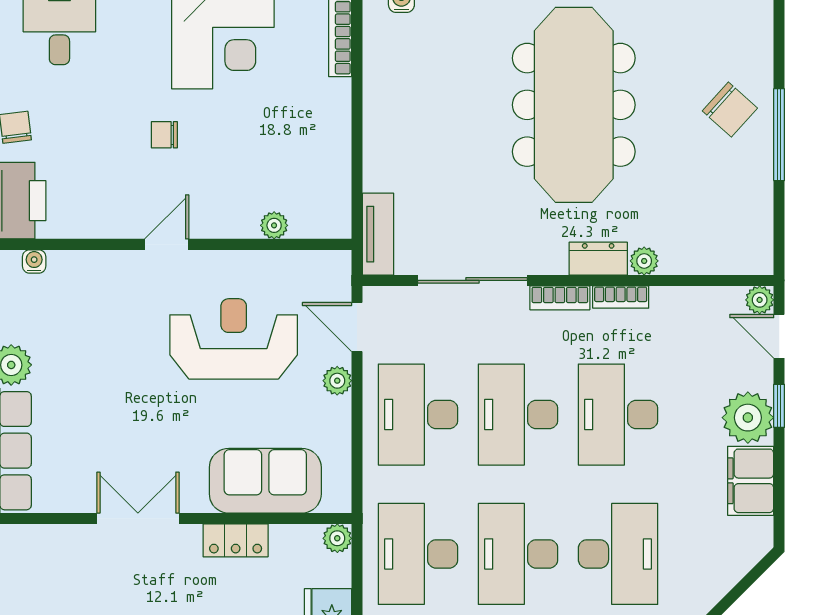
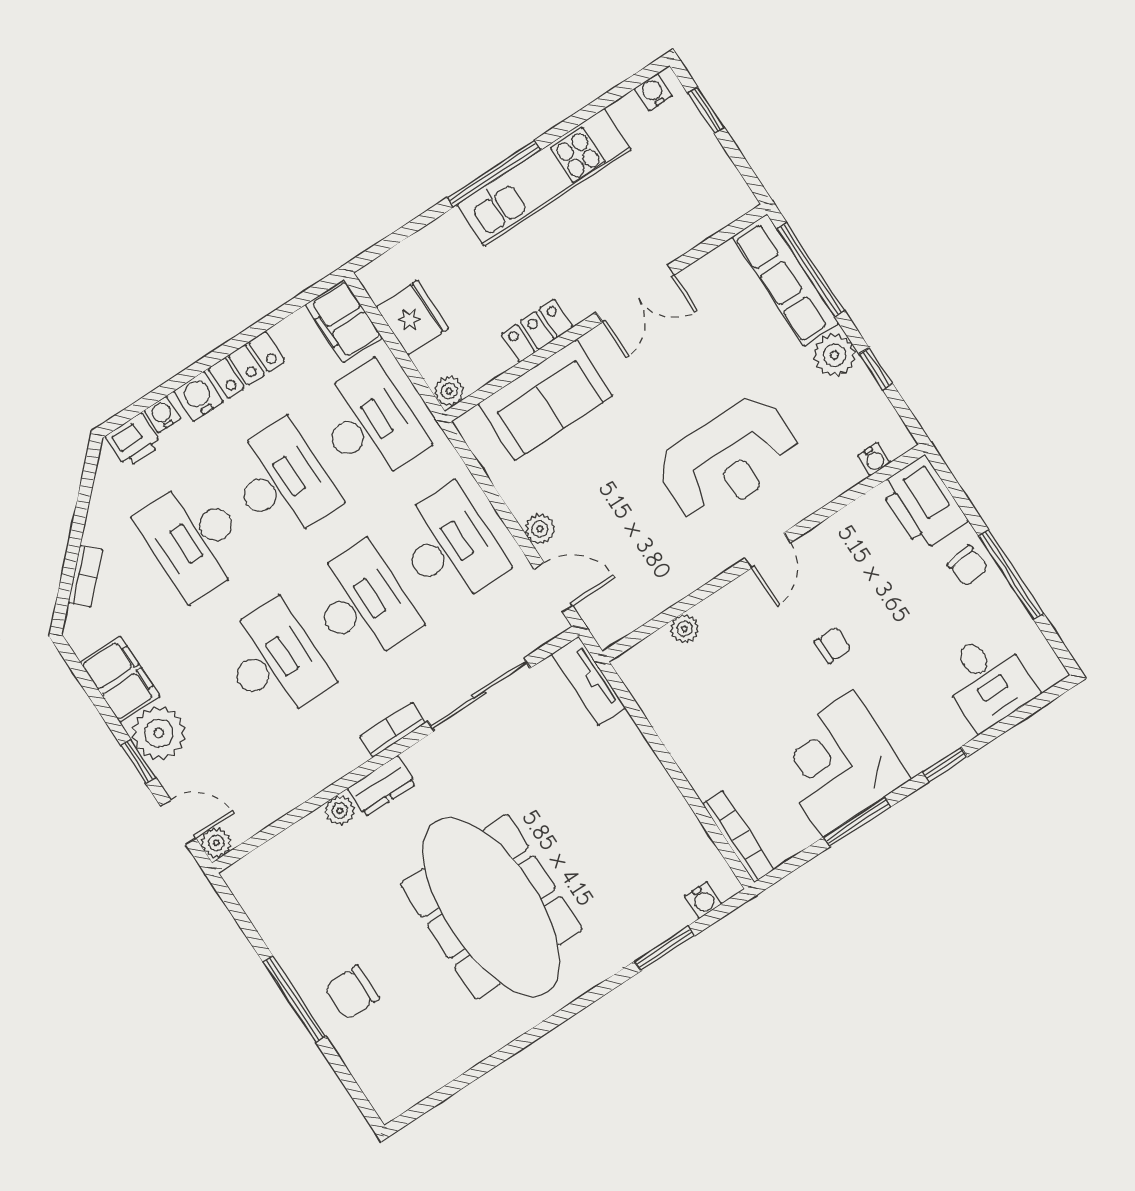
chair: (730, 110) -> (352, 993), turned -42
bookcase: (621, 297) -> (85, 576), moved, turned 135
reception desk: (234, 339) -> (728, 459), moved

